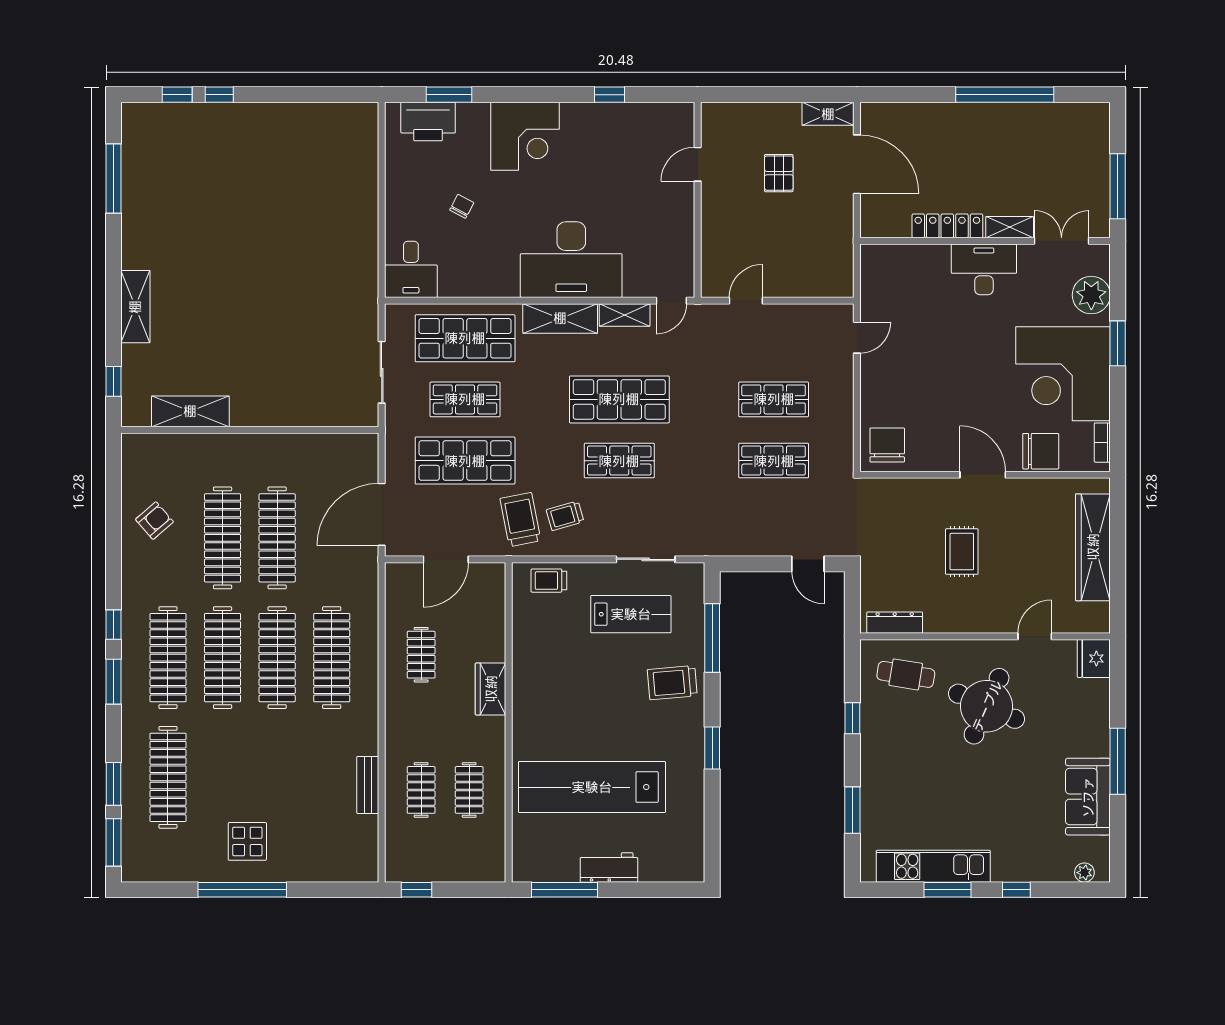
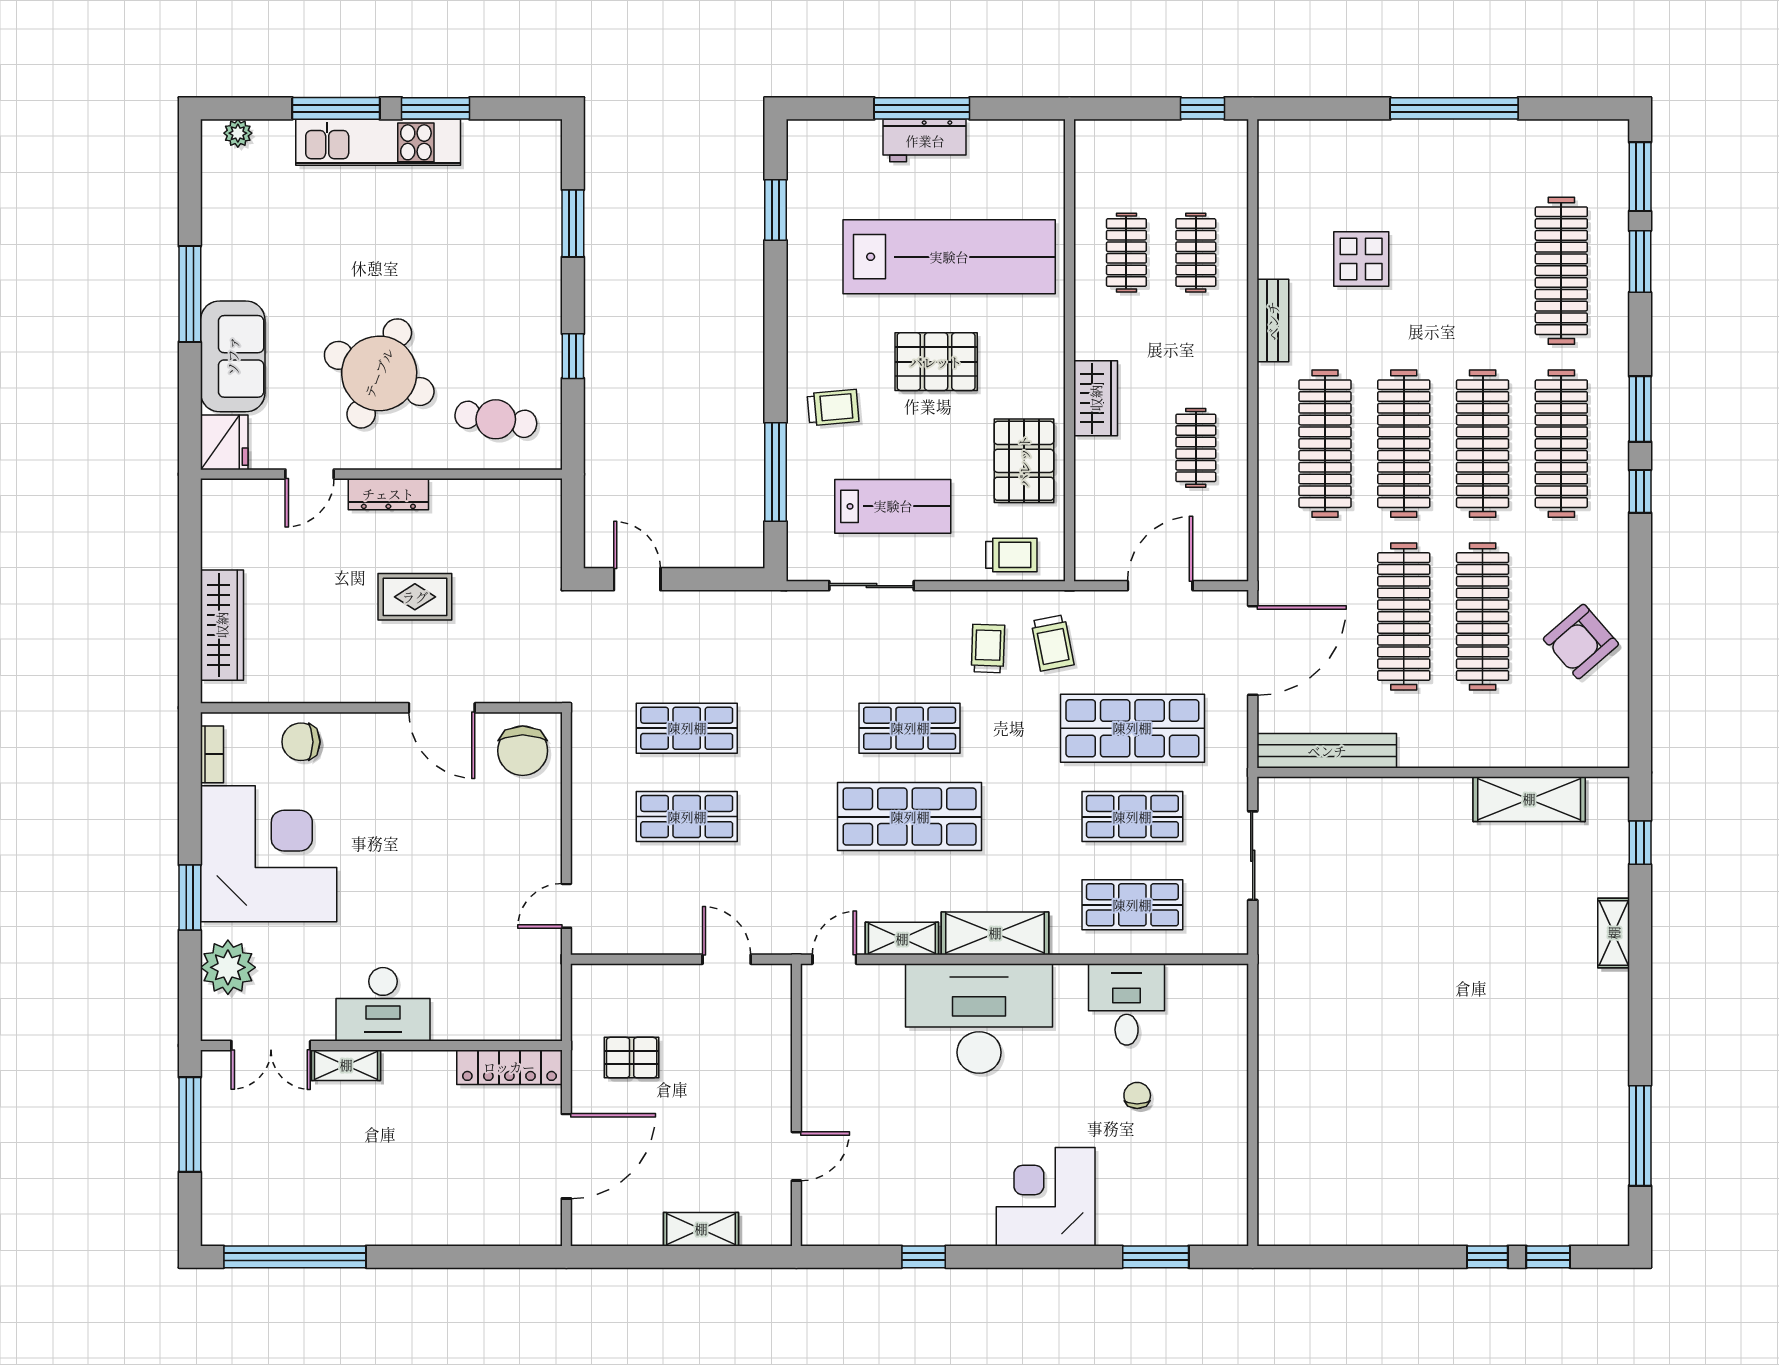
window: (1005, 95) -> (295, 1257), moved
shelving: (828, 114) -> (701, 1229), moved
printer: (428, 121) -> (1186, 1218), removed
door: (857, 164) -> (566, 1156), swing flipped
pallet: (779, 173) -> (632, 1058), moved, turned 90
chair: (462, 206) -> (1137, 1095), turned 152
locker: (947, 226) -> (509, 1067), moved
desk: (411, 269) -> (1127, 1004), moved
door: (746, 301) -> (727, 959), swing flipped
shelving: (135, 307) -> (1614, 933), width x0.67, depth x0.75
shop shelf: (465, 338) -> (1132, 905), width x0.70, depth x0.74
bench: (330, 445) -> (1327, 751), added
chair: (1041, 451) -> (301, 742), width x0.73, depth x0.73
door: (983, 475) -> (442, 708), moved
trolley: (565, 516) -> (988, 648), turned -72
trolley: (520, 520) -> (1052, 643), width x0.73, depth x0.72
armchair: (154, 521) -> (1581, 642), width x1.38, depth x1.38
wardrobe: (1093, 547) -> (222, 625), width x0.71, depth x0.85
rug: (962, 552) -> (415, 597), turned 90
lab bench: (631, 614) -> (893, 506), turned 180
dresser: (895, 623) -> (388, 494), moved
pallet: (540, 646) -> (1024, 461), added
trolley: (672, 683) -> (833, 408), width x0.73, depth x0.72
pallet: (601, 714) -> (936, 362), added
window: (712, 748) -> (776, 210), moved
bench: (368, 785) -> (1273, 321), moved
sofa: (1088, 797) -> (233, 356), moved
display table: (247, 841) -> (1361, 259), moved
kitchen unit: (933, 866) -> (378, 142), moved
window: (564, 890) -> (922, 108), moved
window: (1016, 890) -> (336, 108), width x2.17

